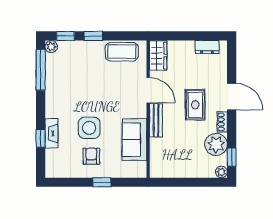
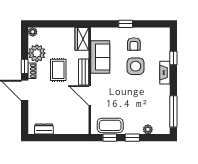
window: (66, 36) -> (110, 138), moved
plant: (51, 47) -> (148, 129), moved
wardrobe: (158, 56) -> (82, 39), moved
rug: (195, 105) -> (58, 70), moved
fireplace: (51, 133) -> (165, 73), moved
window: (232, 157) -> (25, 66), moved

